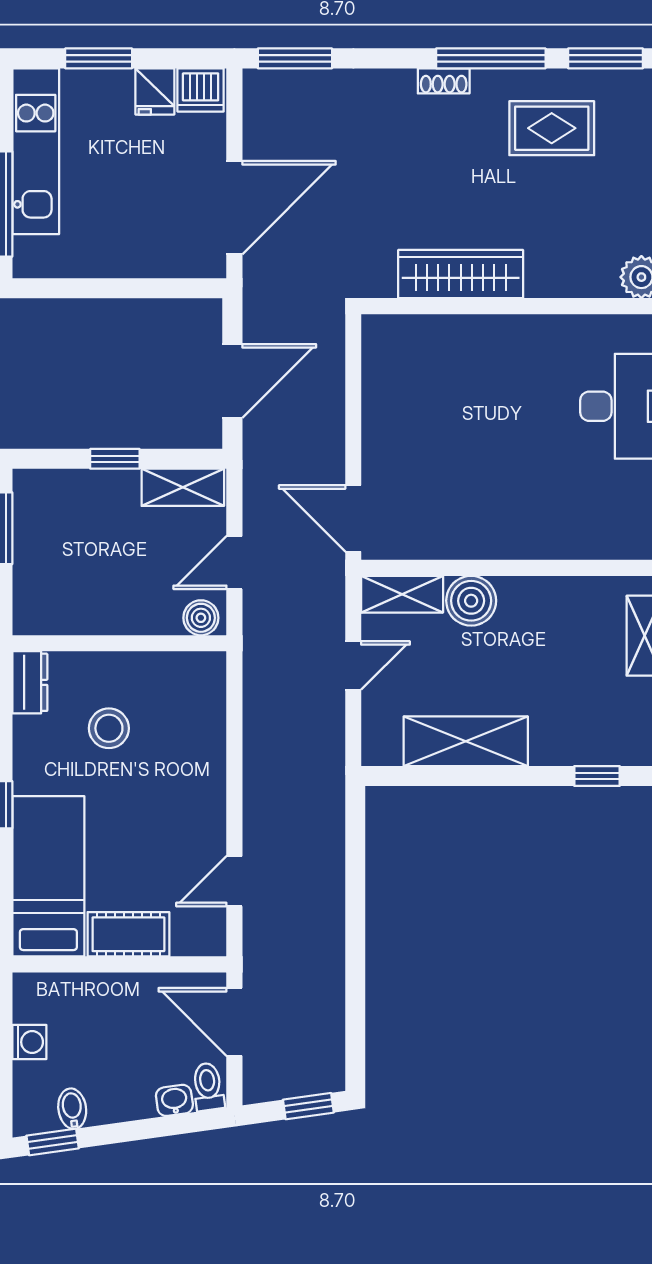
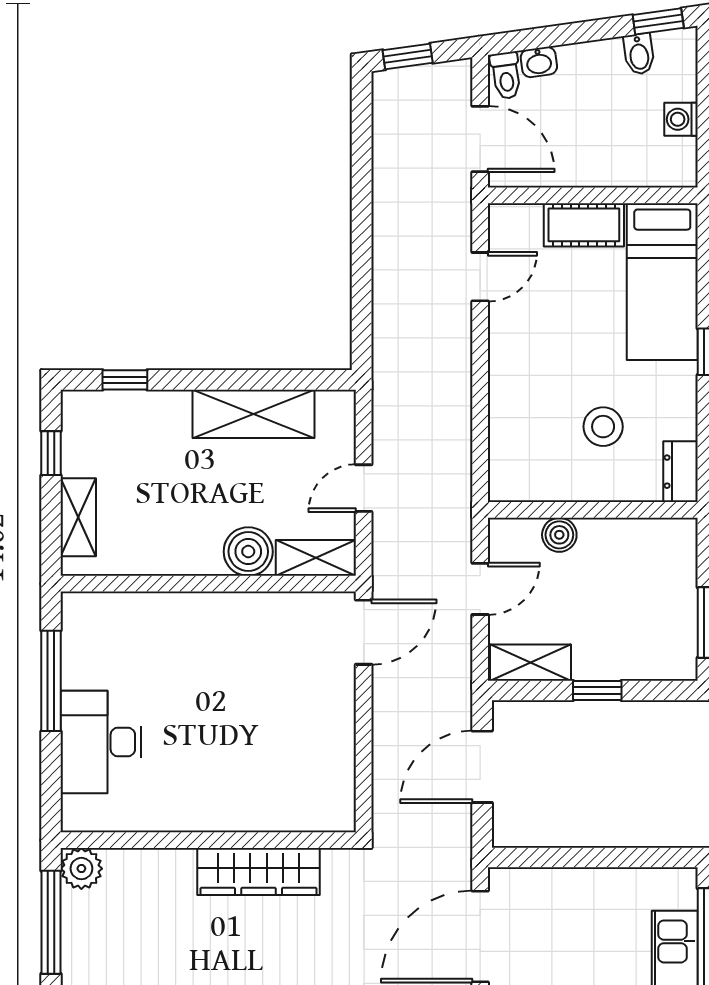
door: (353, 518) -> (364, 632), hinge flipped
boiler: (201, 618) -> (559, 535), moved

